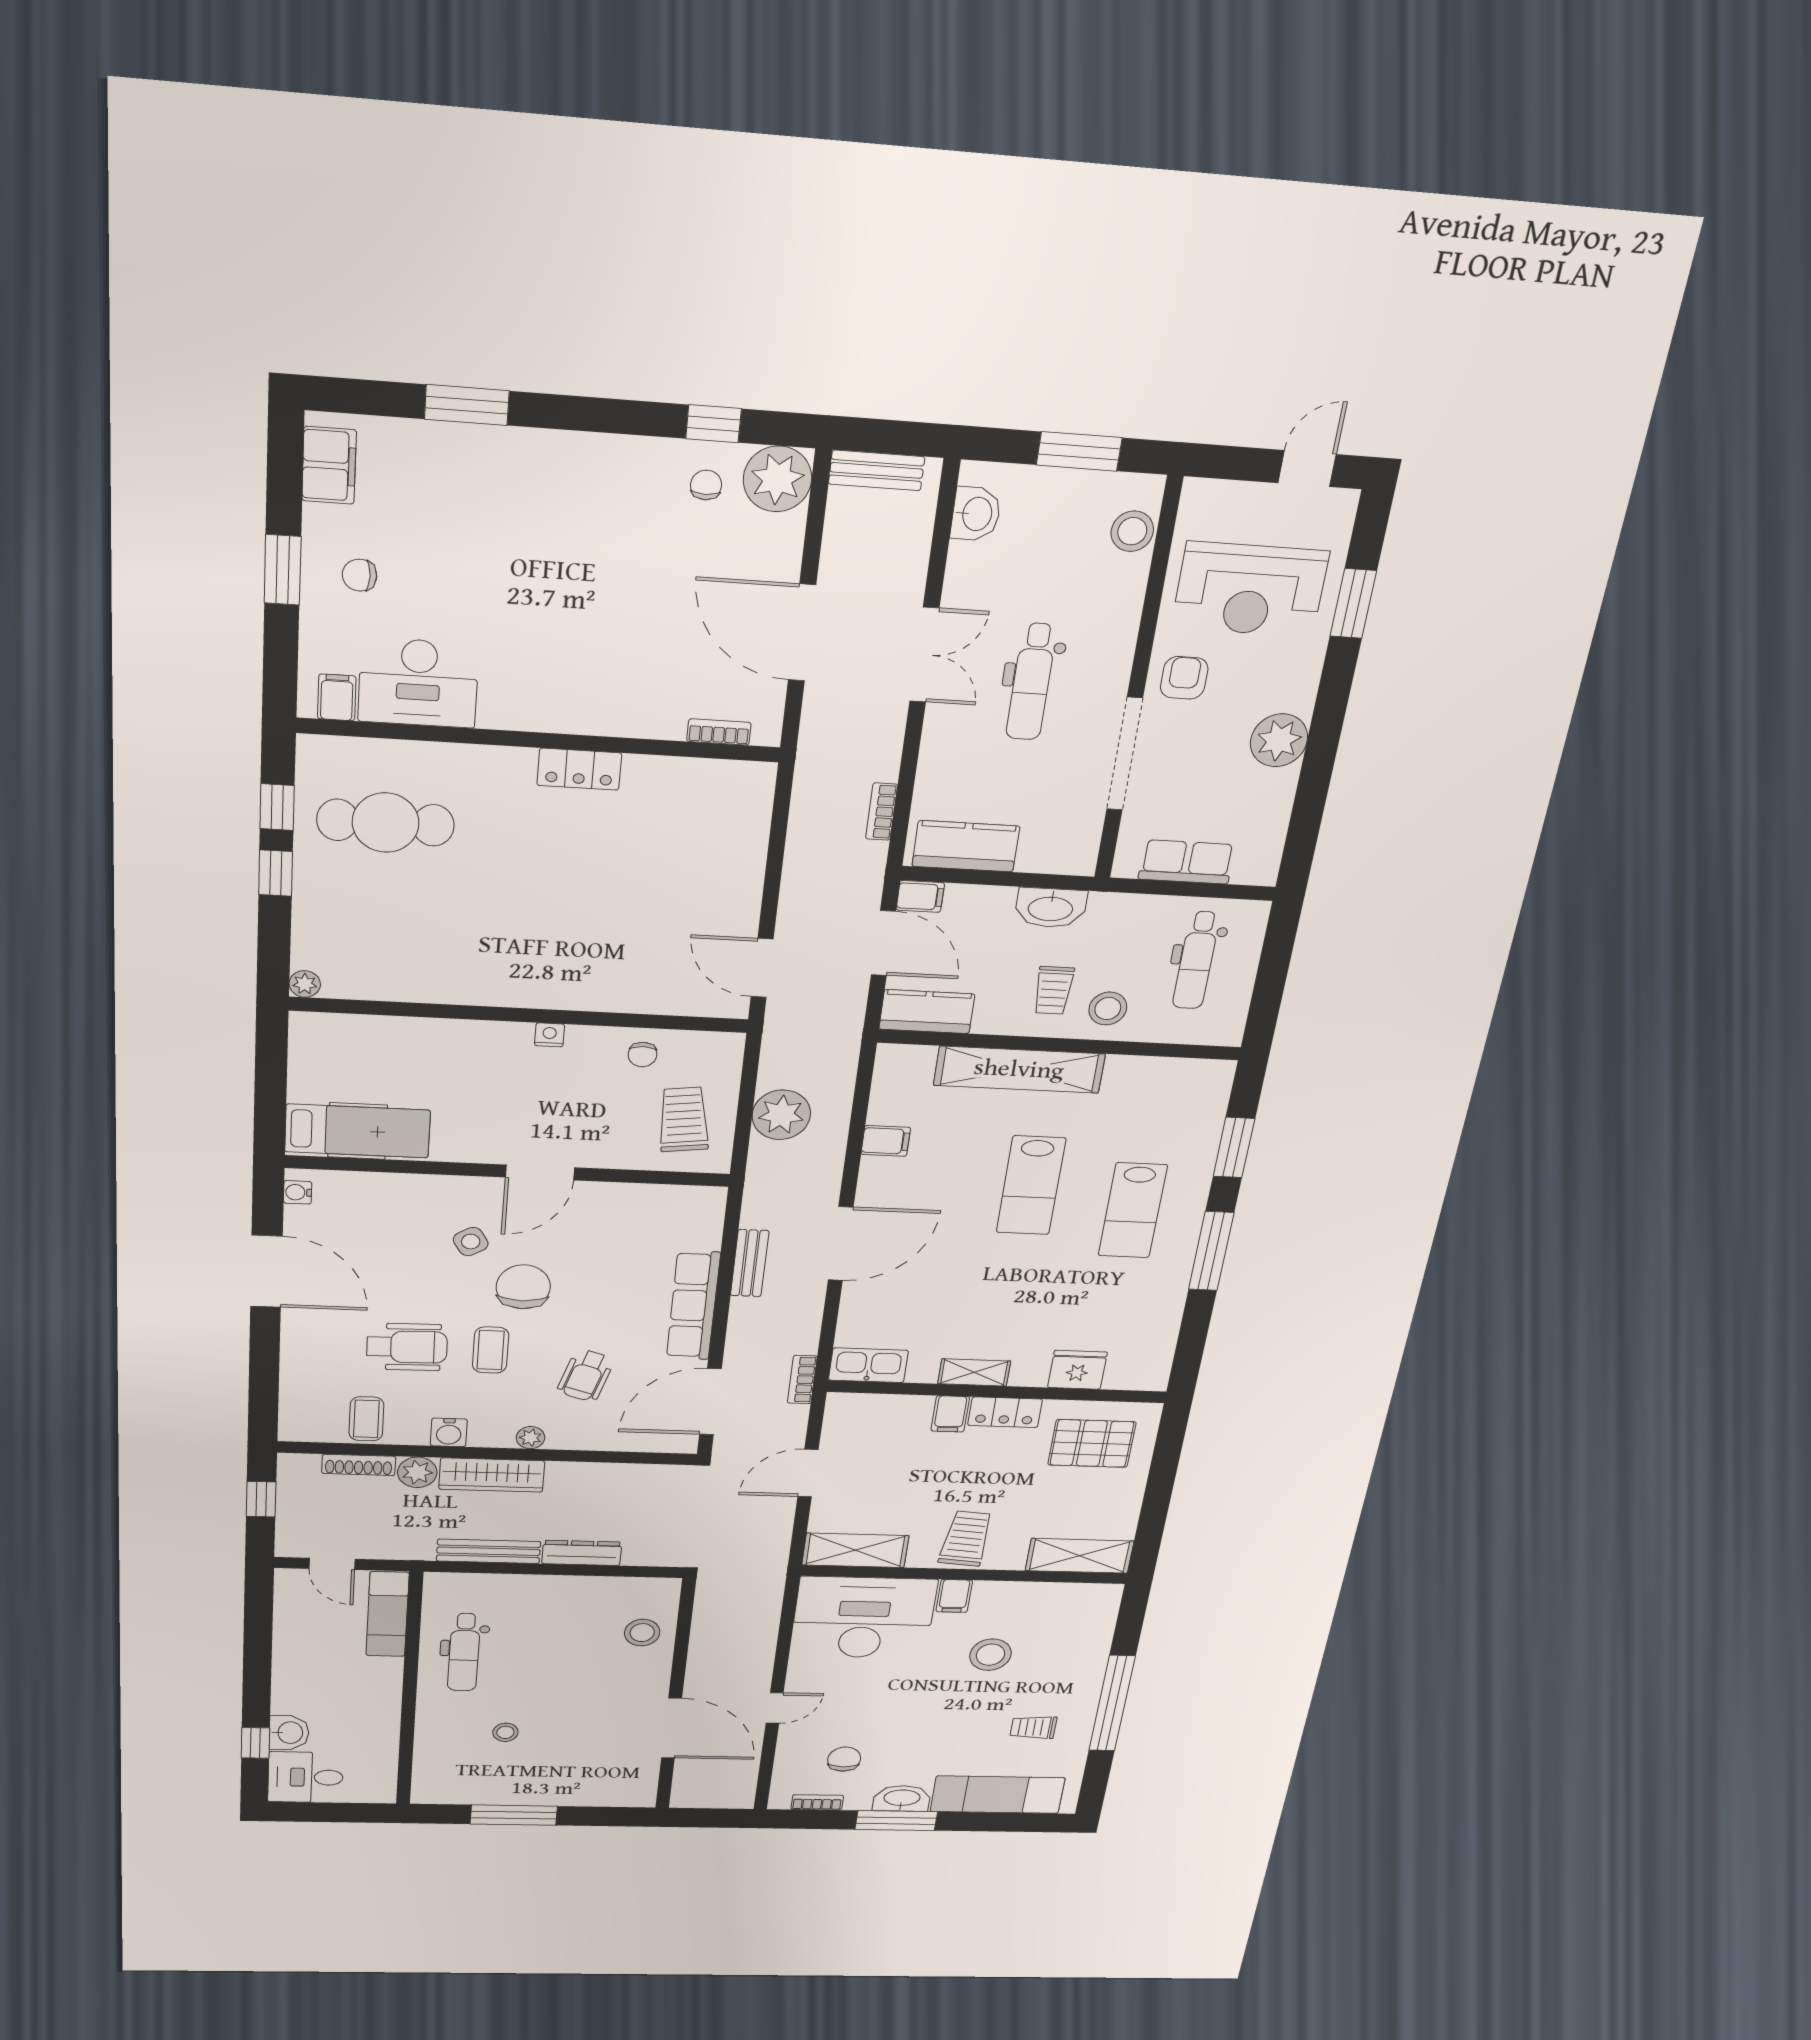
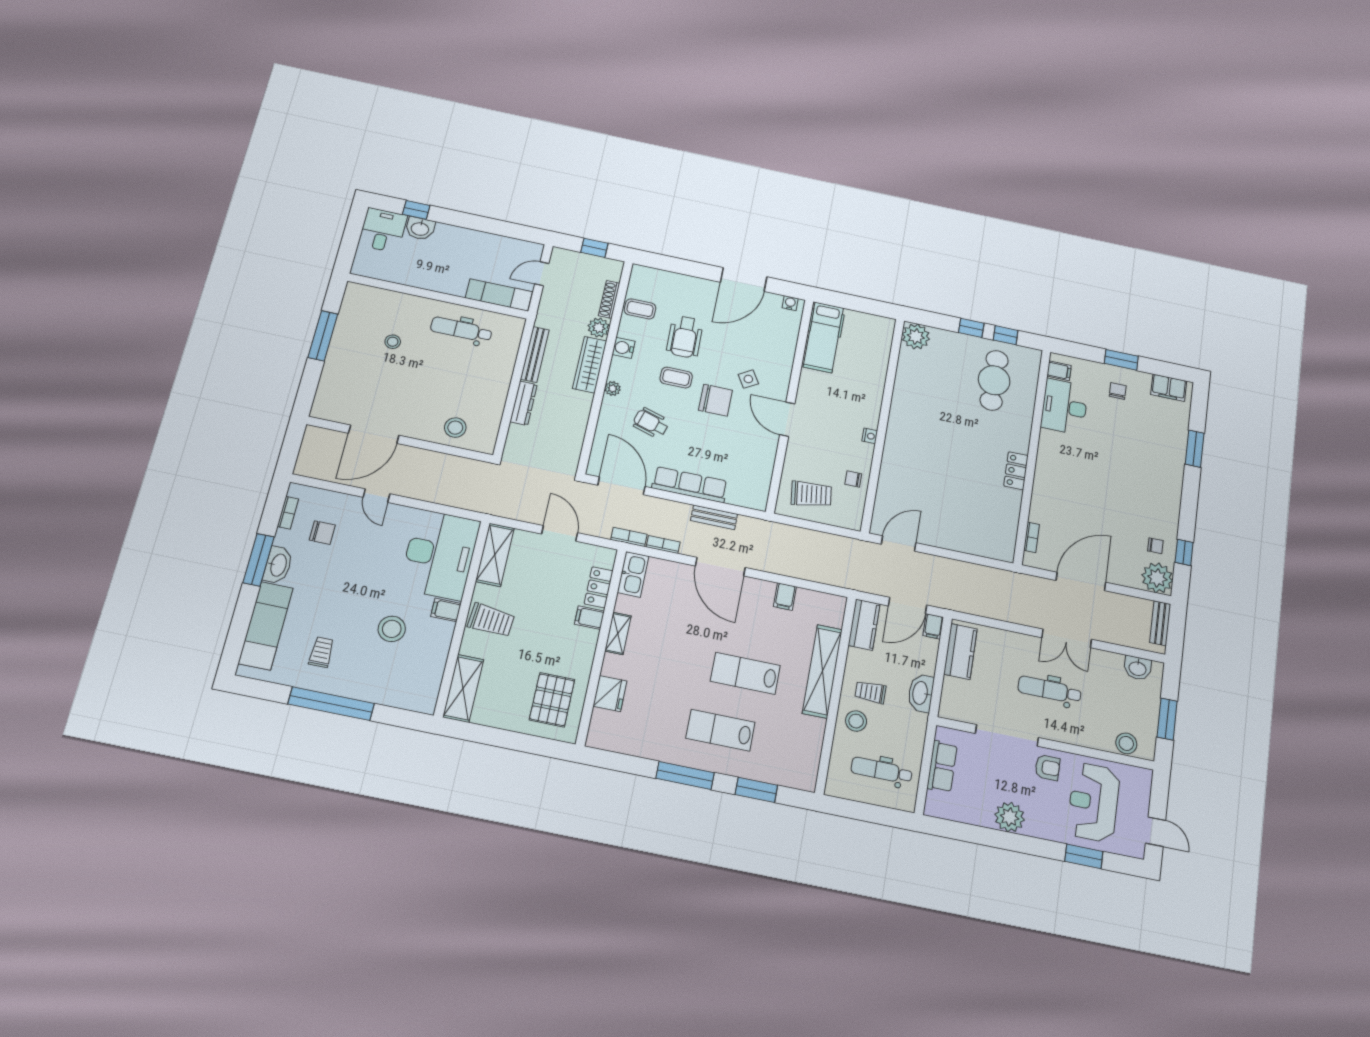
bookcase: (882, 812) -> (663, 545), moved
plant: (305, 984) -> (916, 336), width x1.87, depth x1.87
plant: (781, 1115) -> (808, 544), removed
locker: (1005, 1412) -> (599, 587), moved

